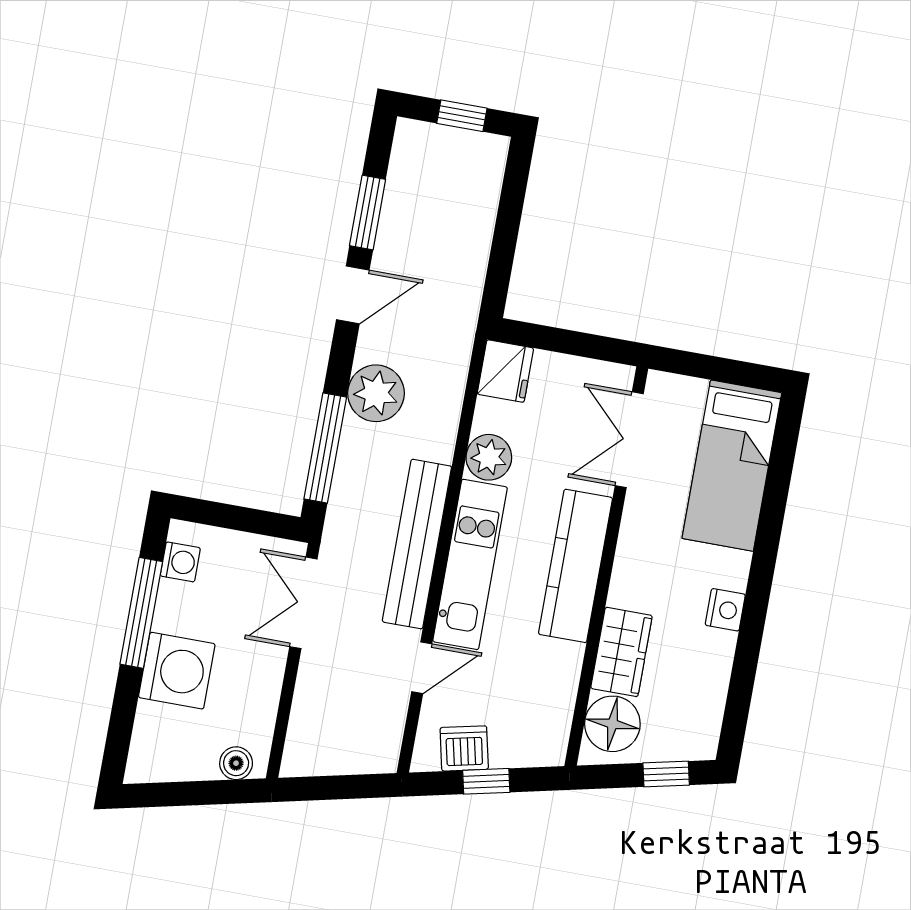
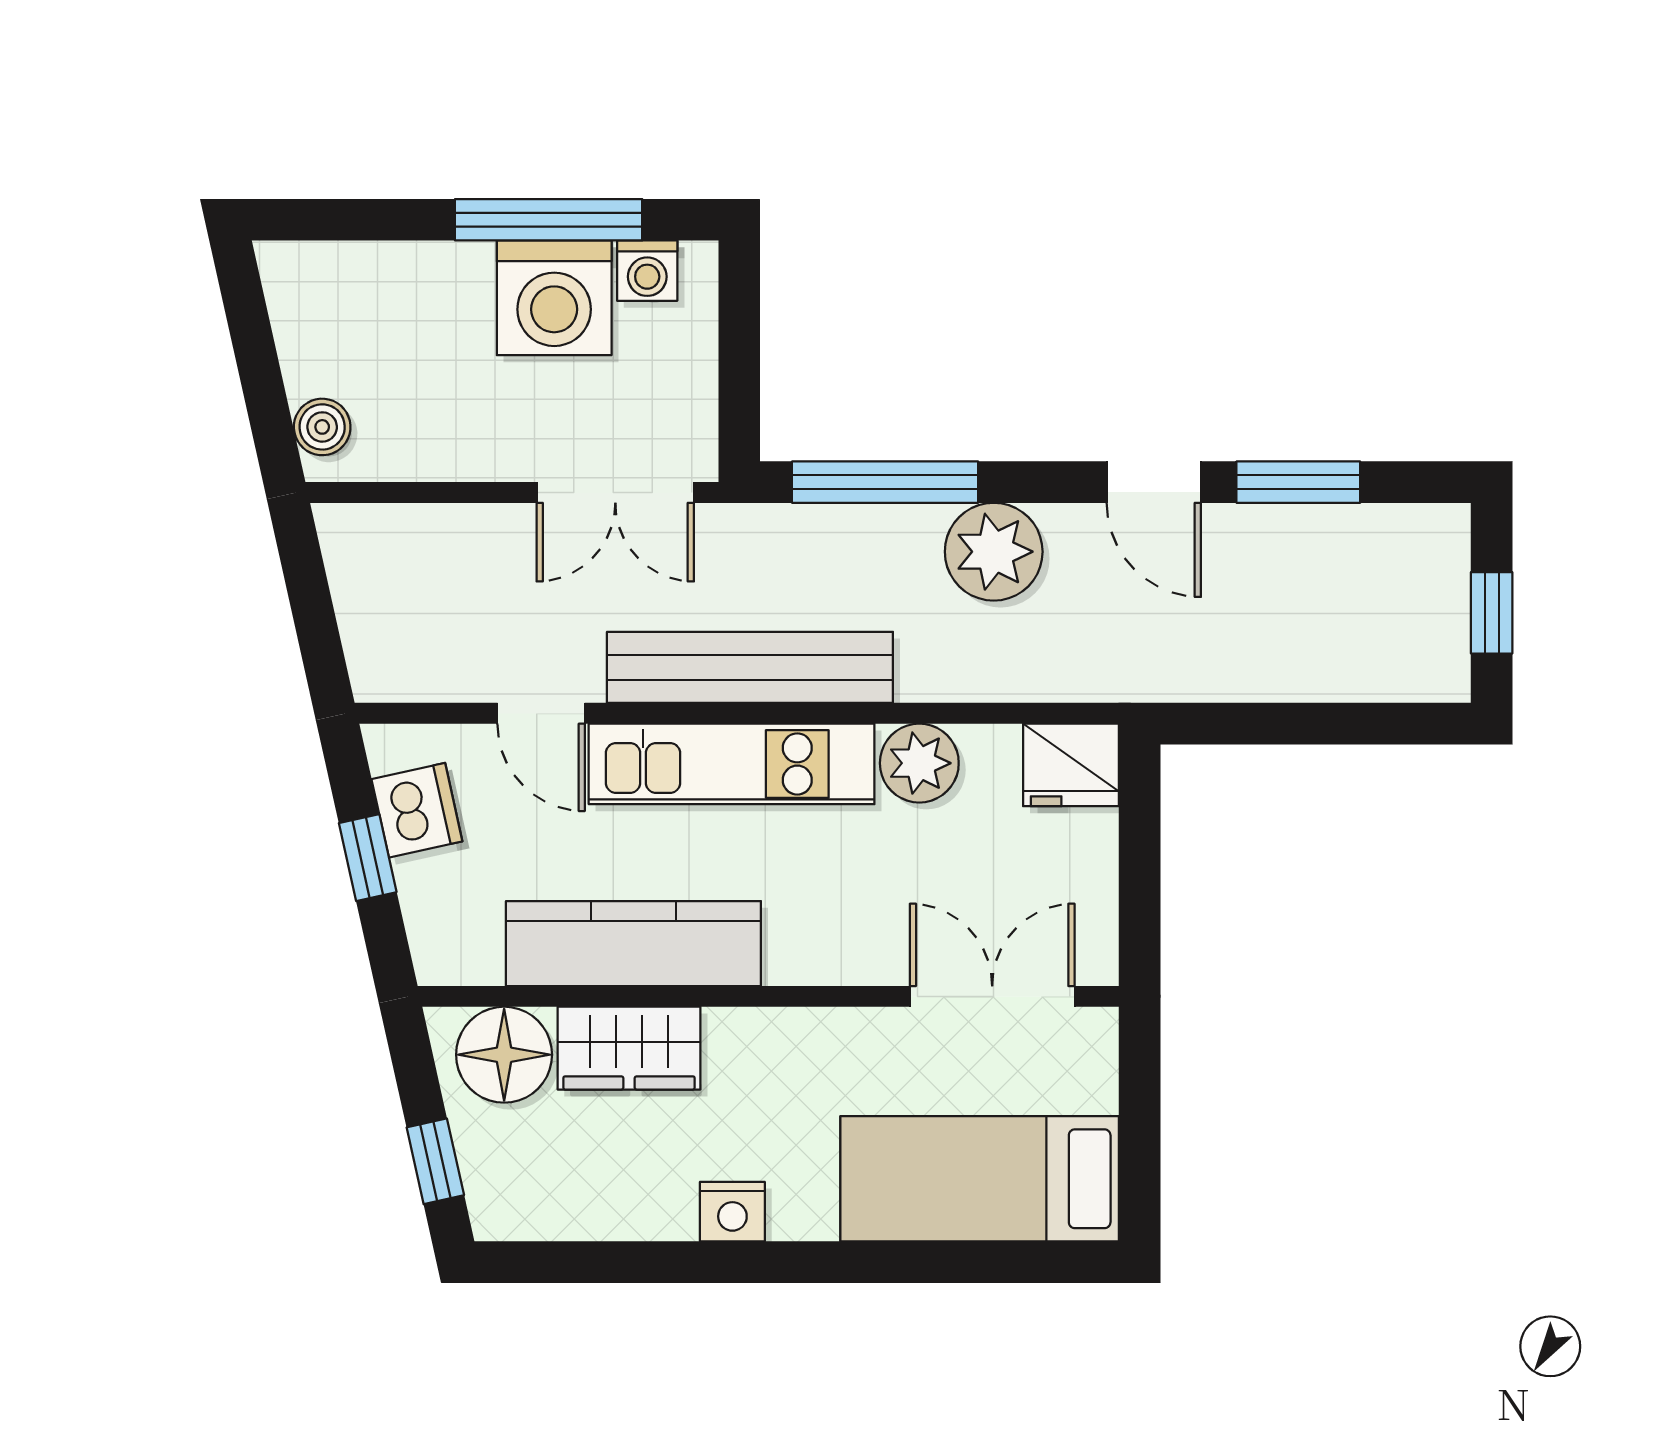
kitchen counter: (575, 566) -> (633, 944), moved
double door: (303, 603) -> (615, 492), swing flipped
washing machine: (177, 671) -> (554, 298), moved

